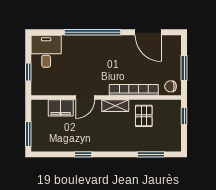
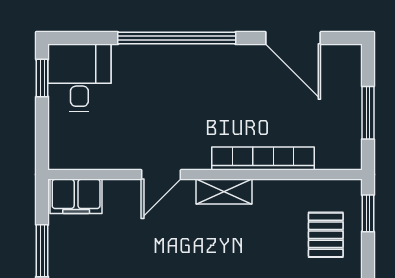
window: (28, 72) -> (42, 78), moved
chair: (171, 86) -> (340, 151), removed
filing cabinet: (61, 108) -> (76, 196), moved
pallet: (144, 116) -> (326, 235), moved

